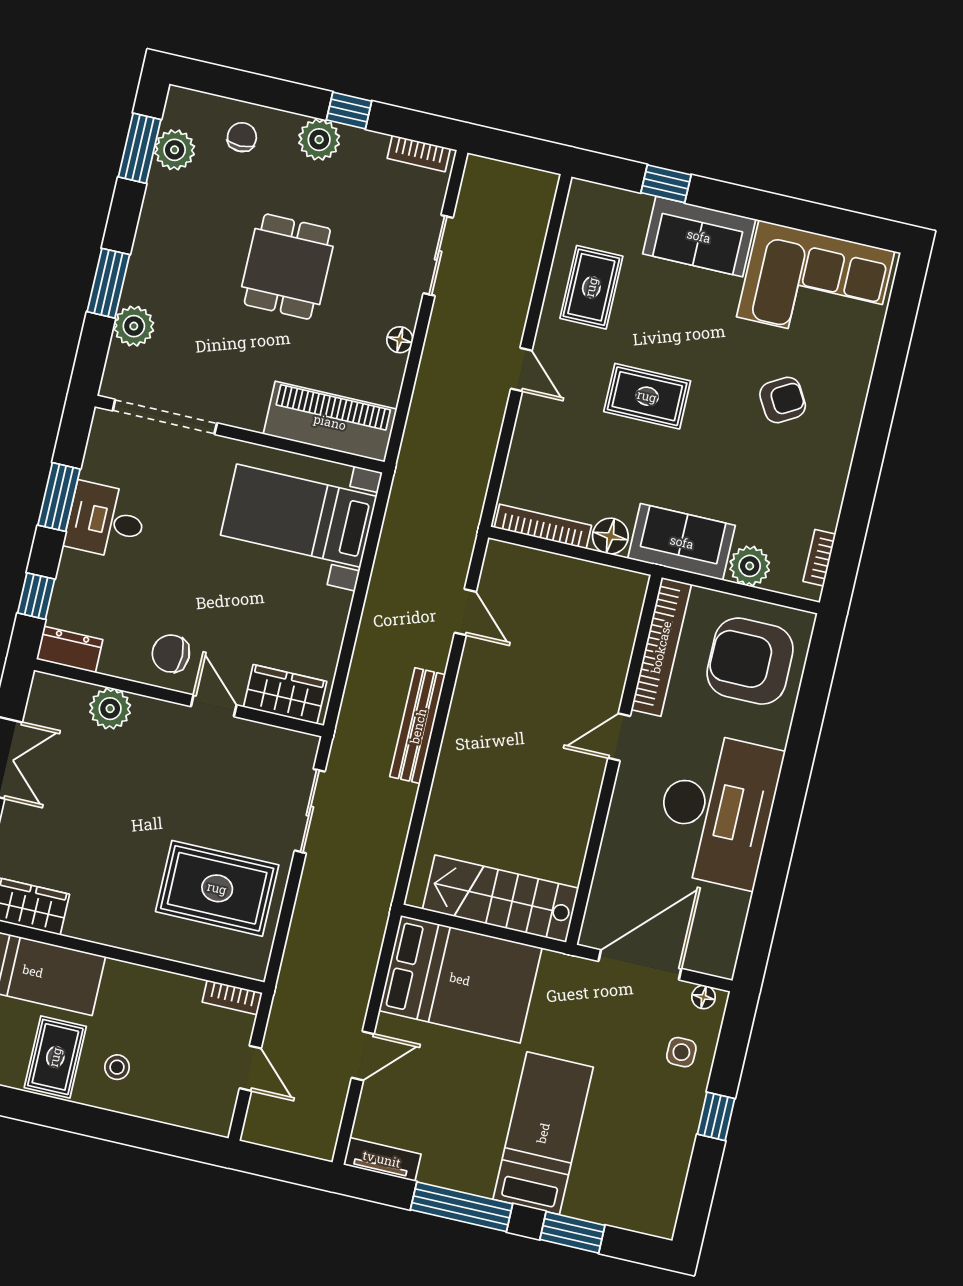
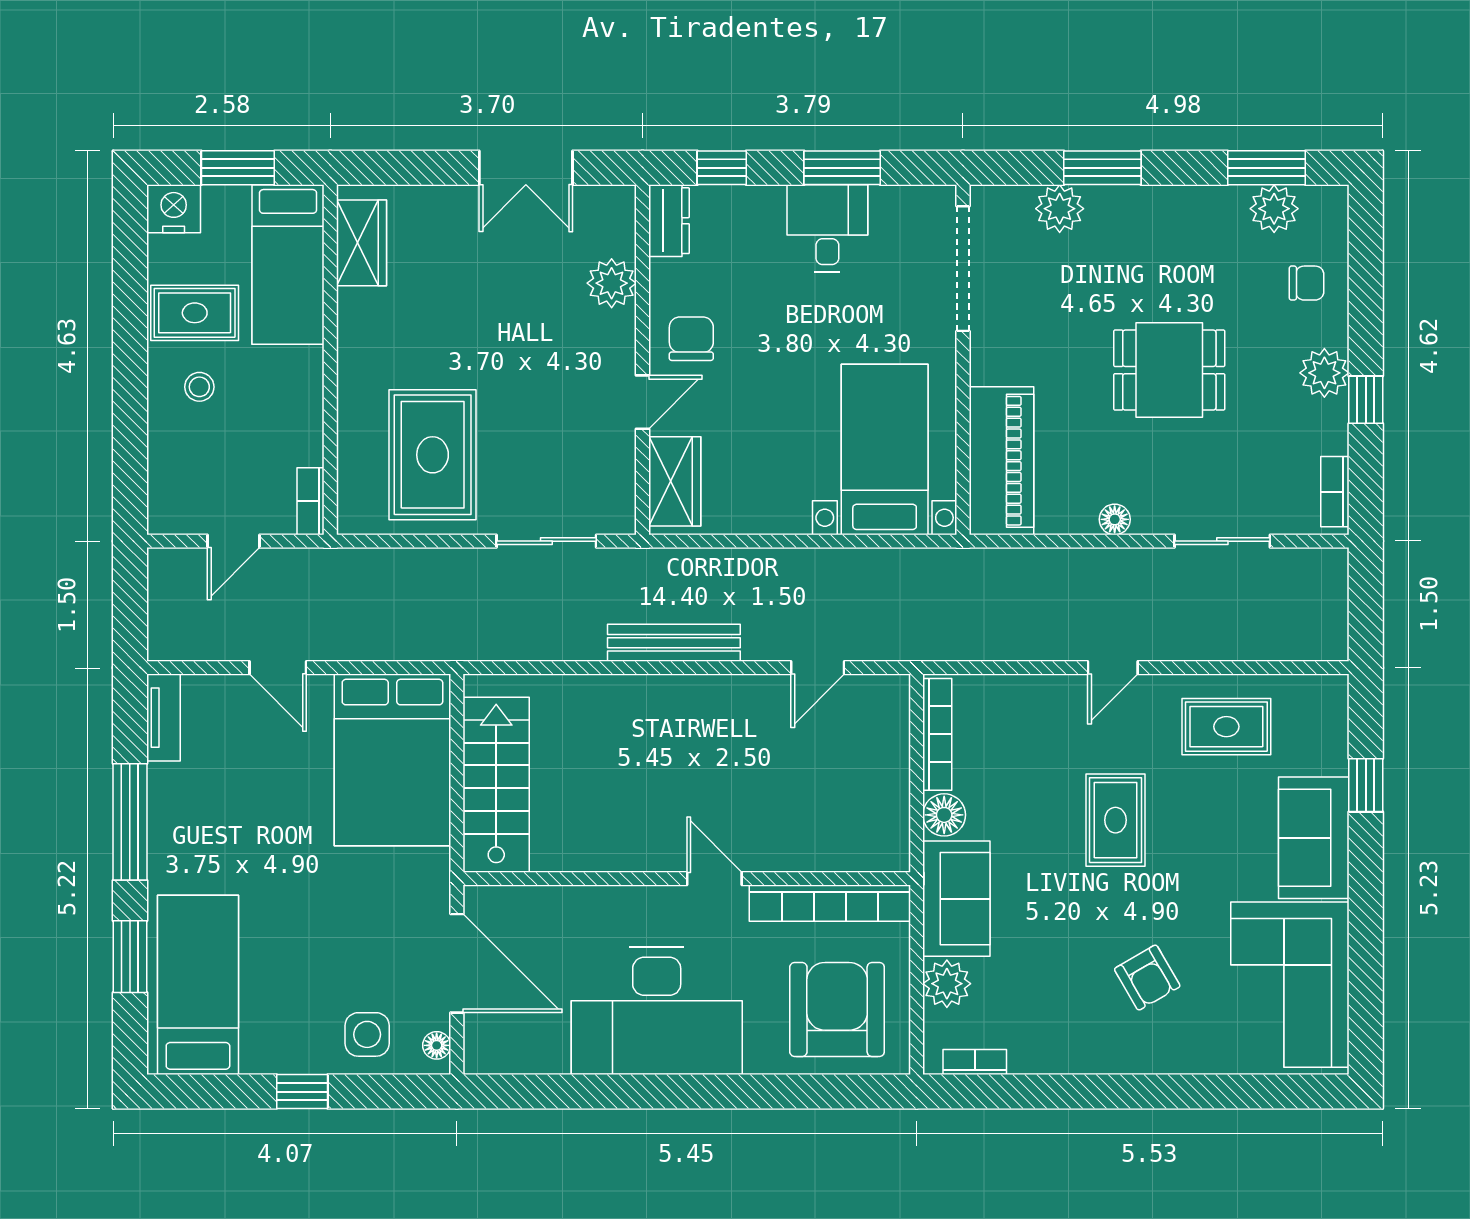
side table: (681, 1052) -> (367, 1034), width x1.37, depth x1.37
bed: (543, 1133) -> (198, 985), moved, turned -90

